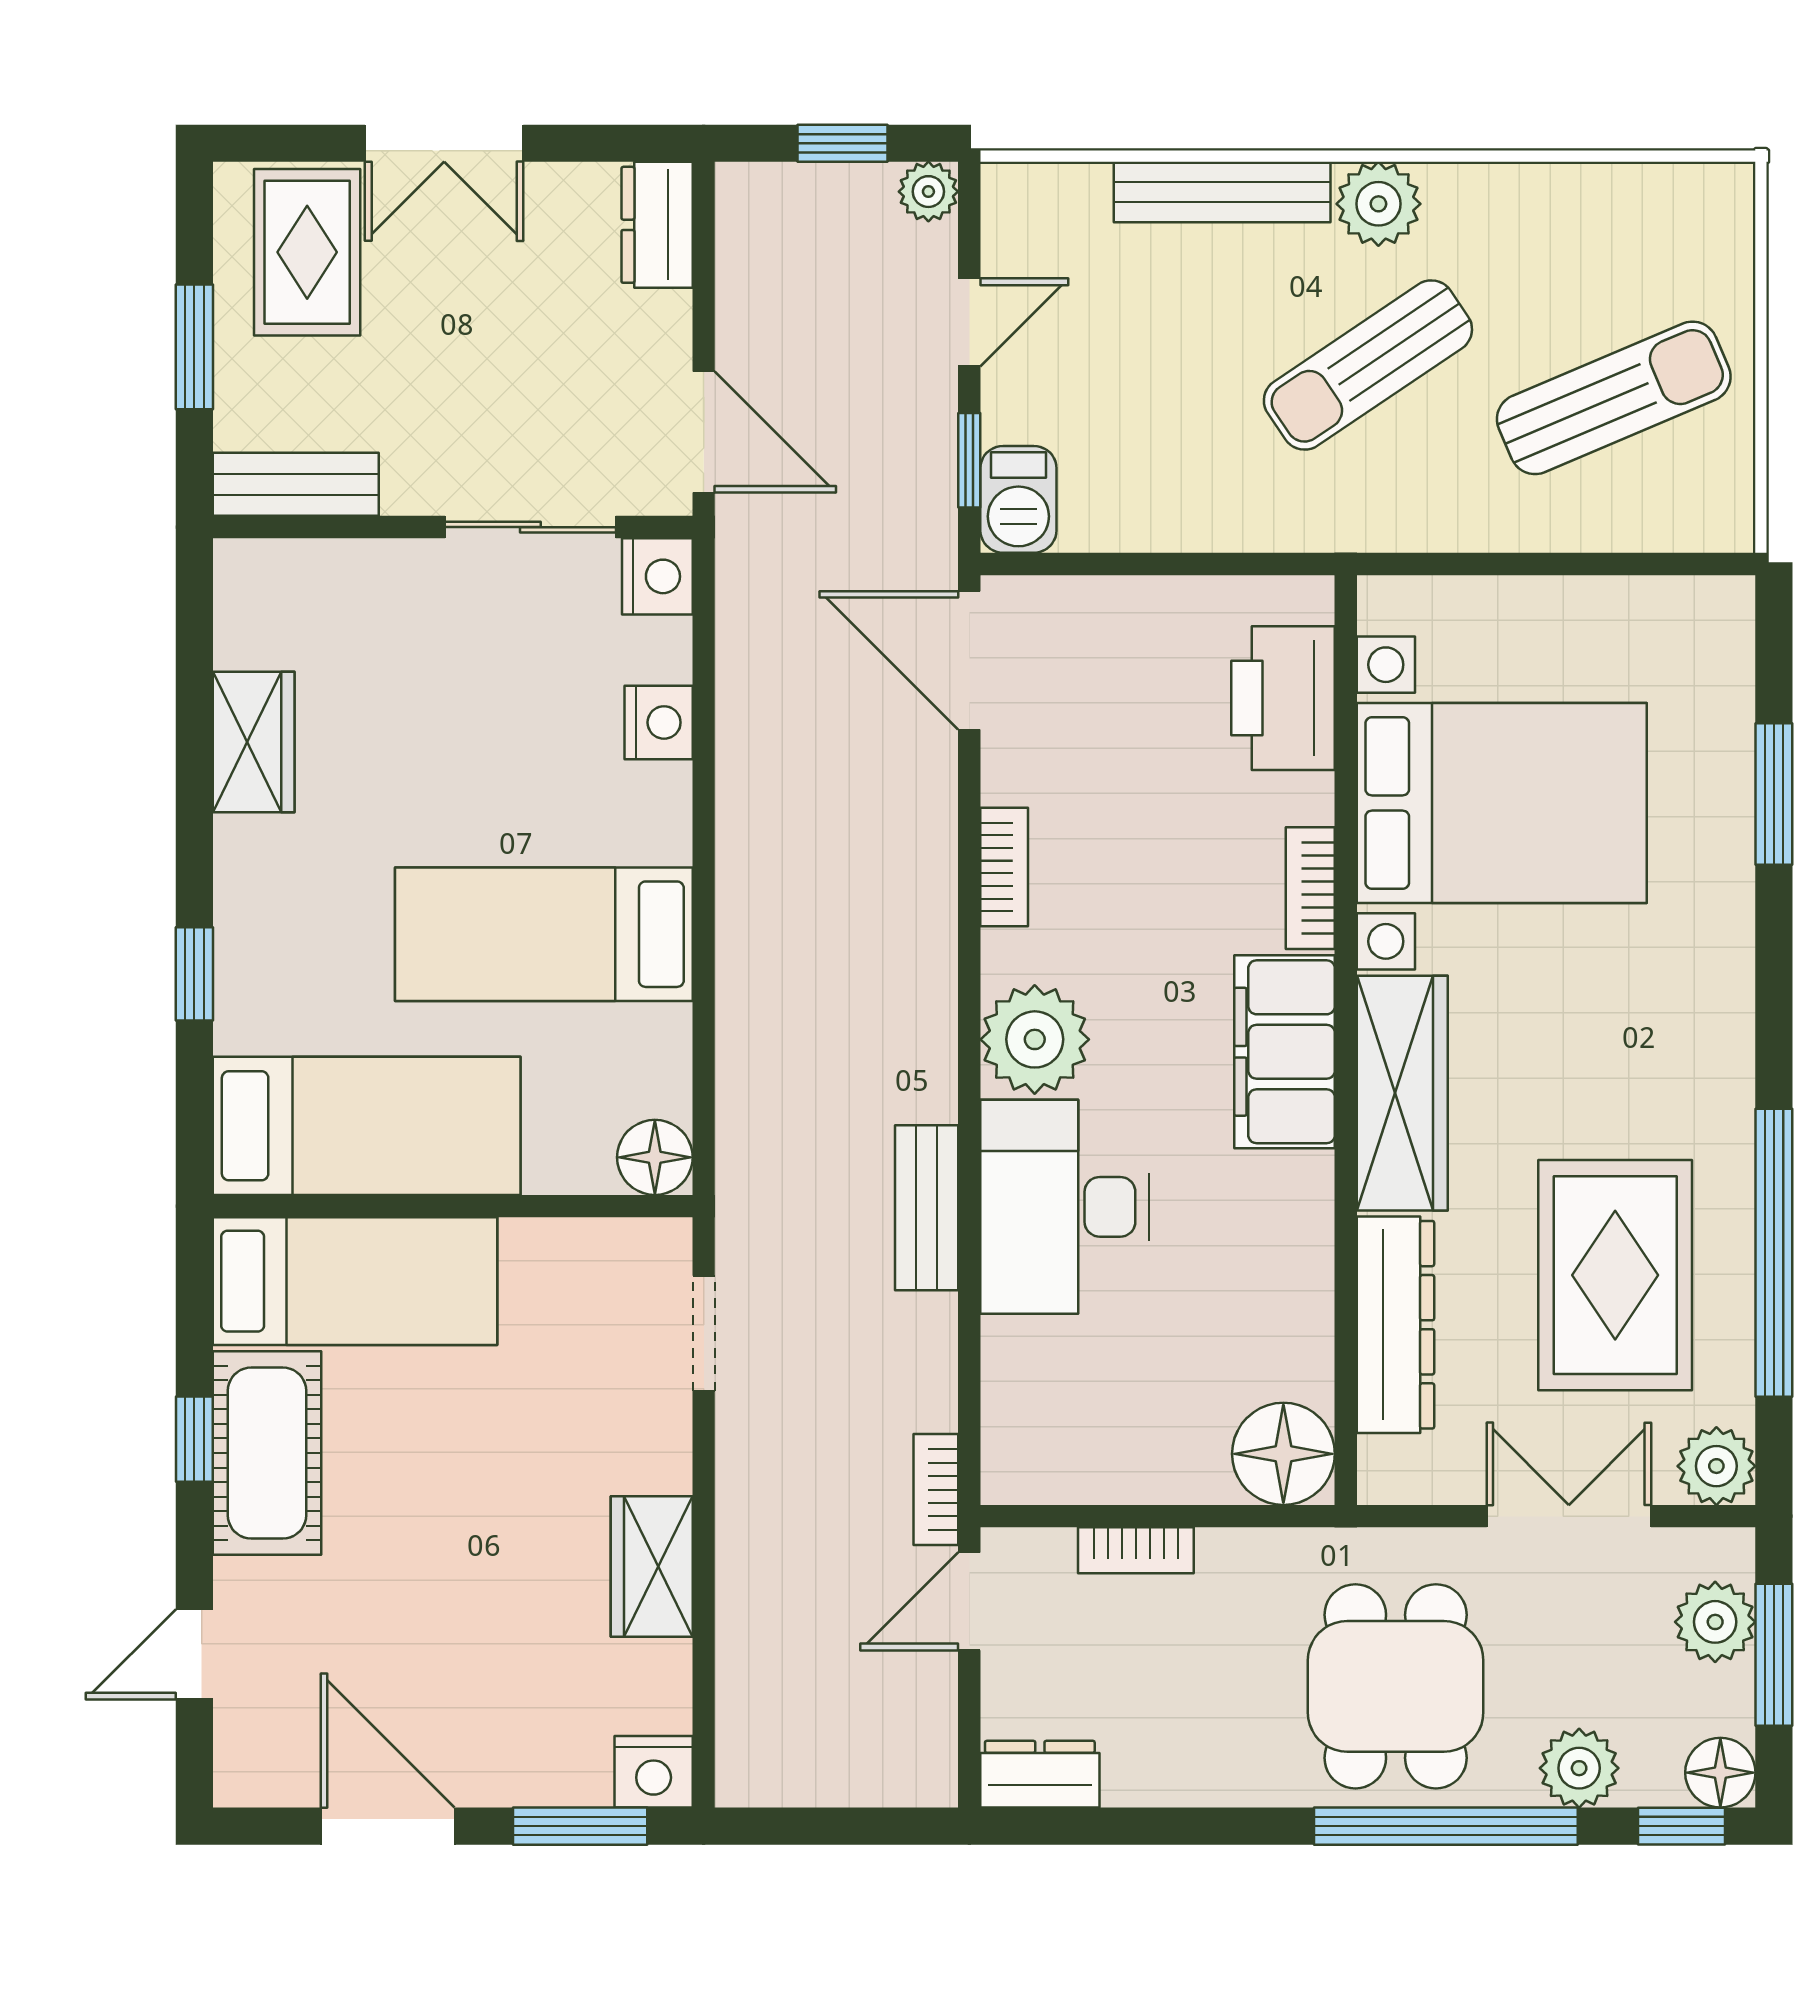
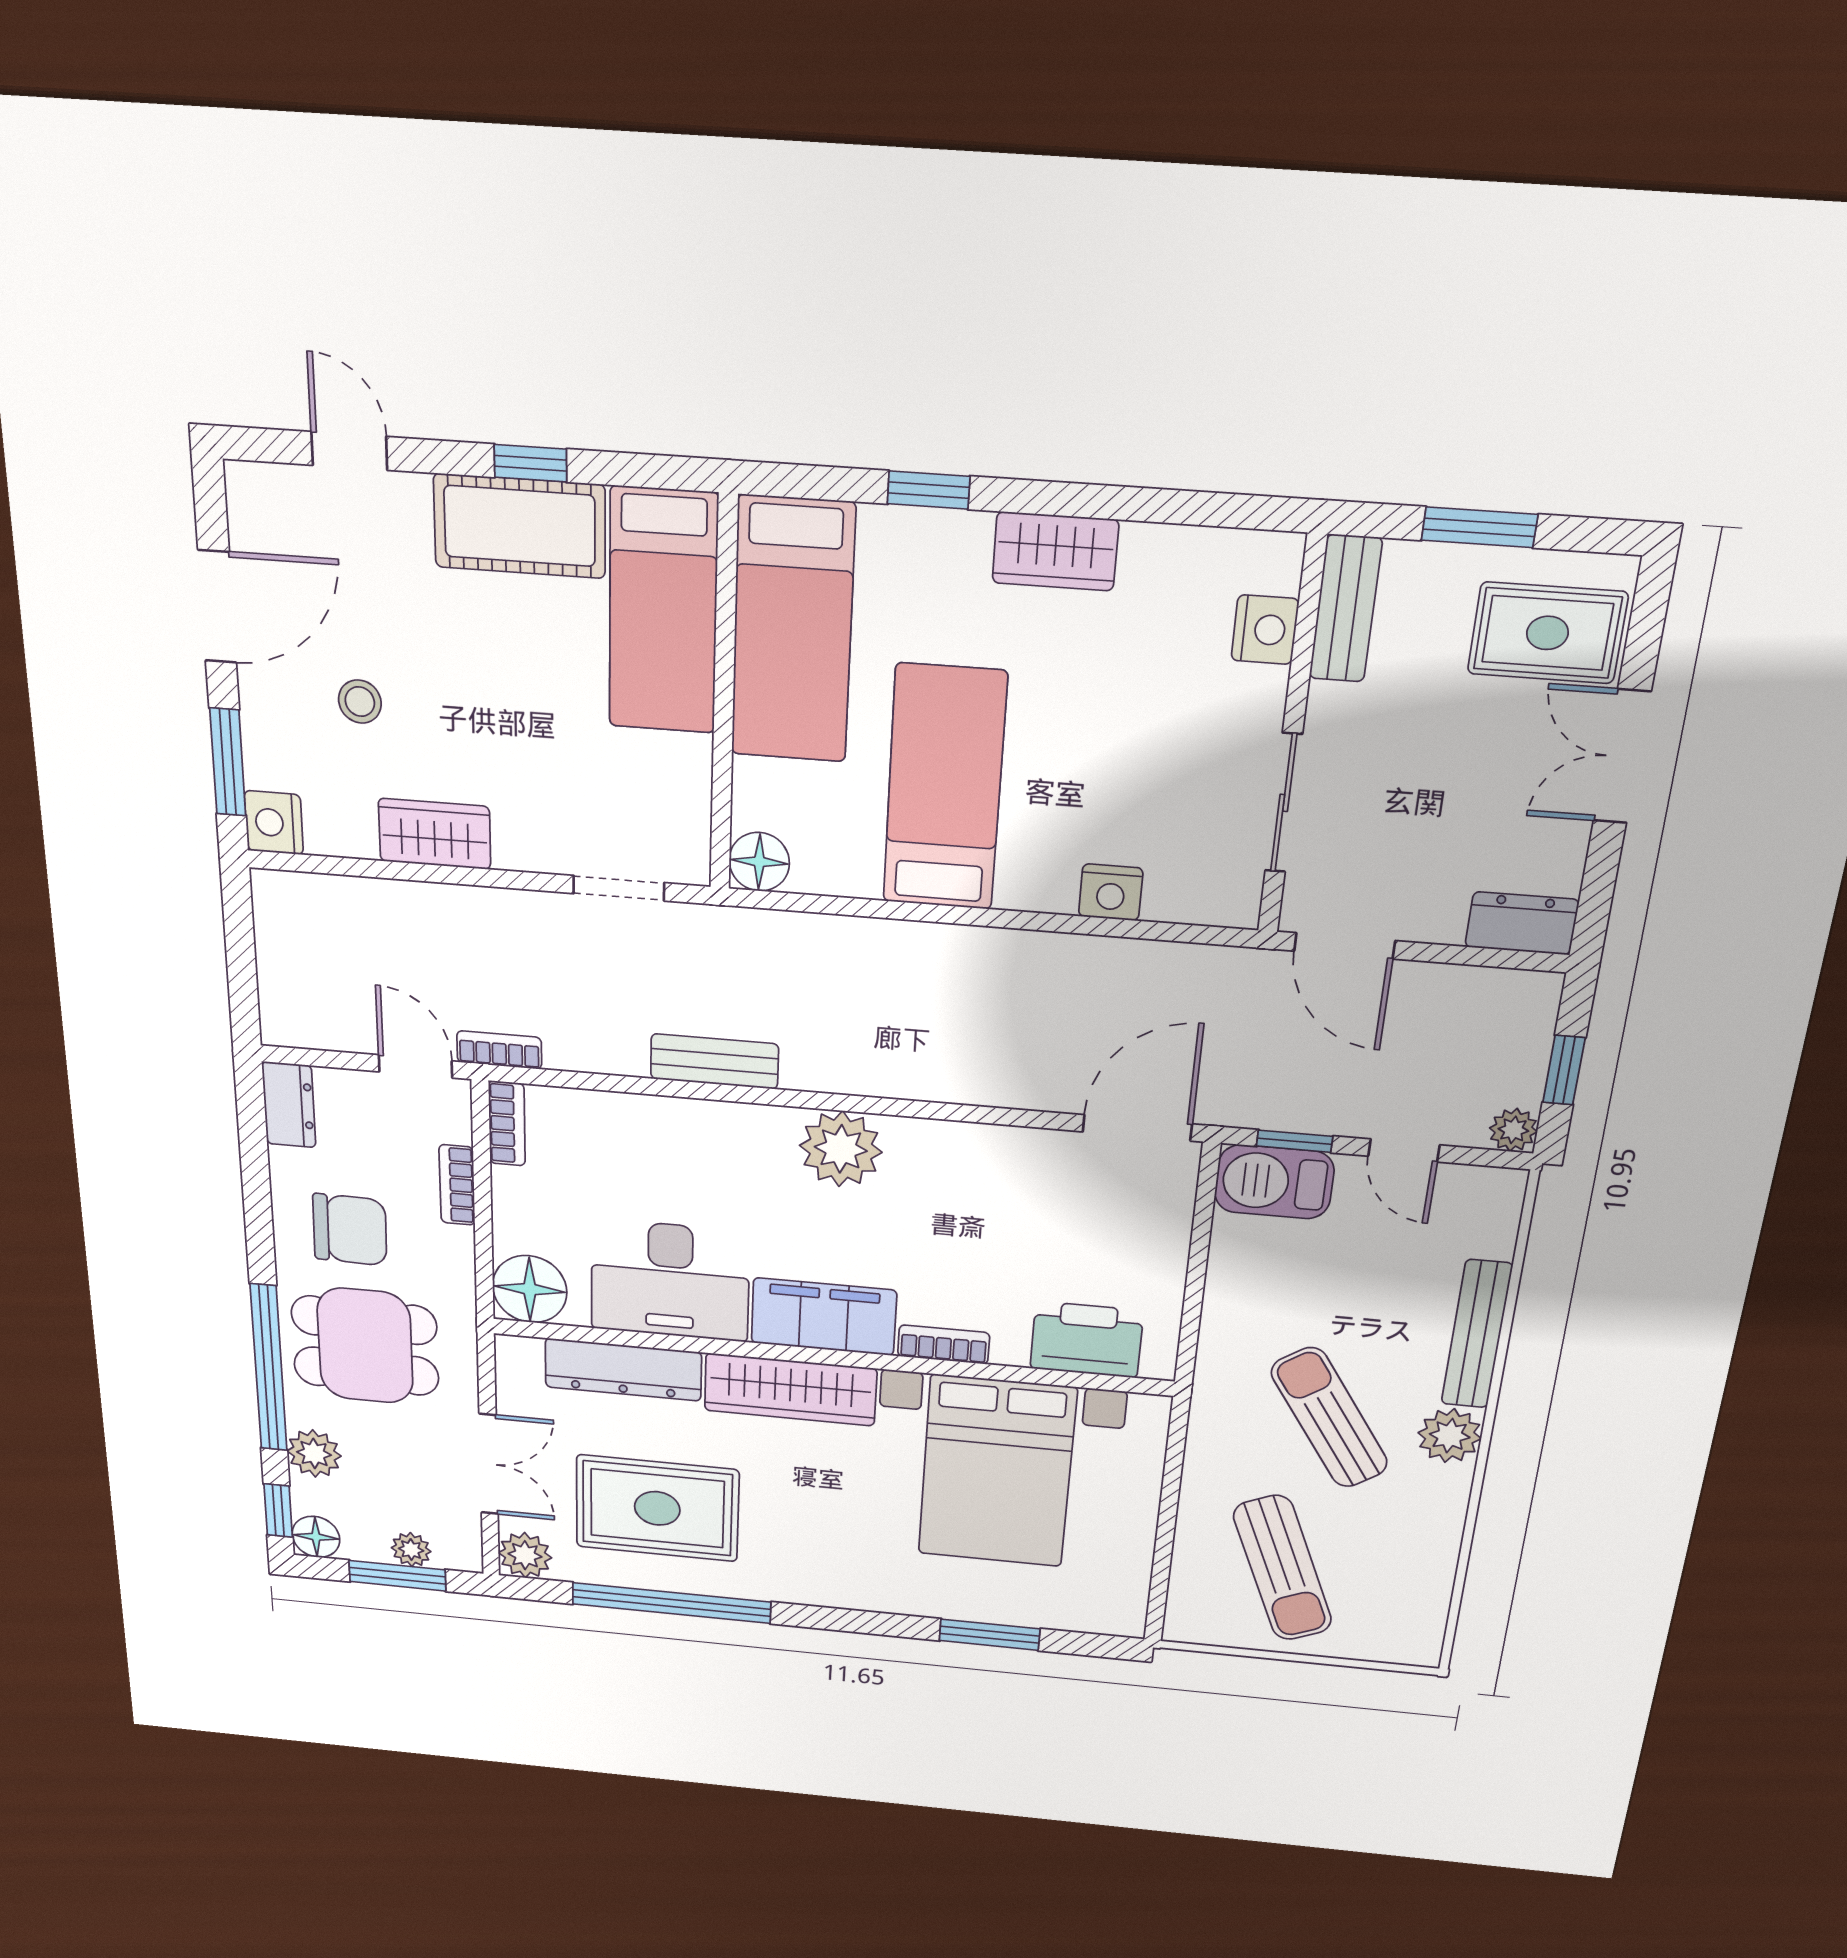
door: (704, 432) -> (1345, 946), hinge flipped
barbecue: (1018, 499) -> (1274, 1182), width x1.38, depth x1.27
nightstand: (657, 576) -> (1265, 630), moved, turned -90
wardrobe: (254, 742) -> (1055, 551), moved
bookcase: (1004, 867) -> (507, 1124), moved, turned -90
desk: (1065, 1207) -> (670, 1280), moved, turned 180
plant: (1715, 1622) -> (411, 1550), width x0.73, depth x0.73
stool: (491, 1655) -> (360, 702), added
chair: (1217, 1700) -> (350, 1230), added

